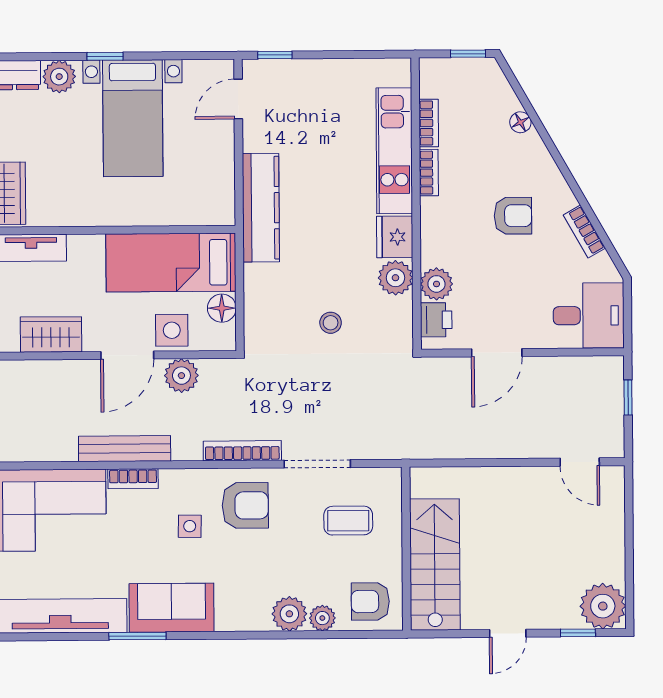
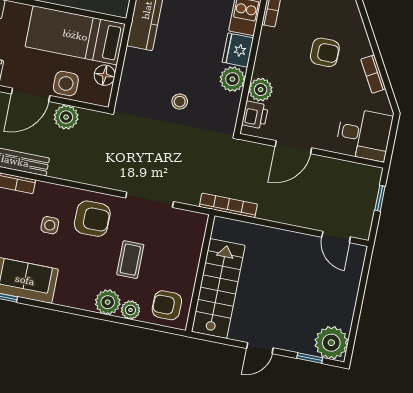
bookcase: (242, 451) -> (228, 205), moved
coffee table: (348, 521) -> (130, 260), moved, turned 90

